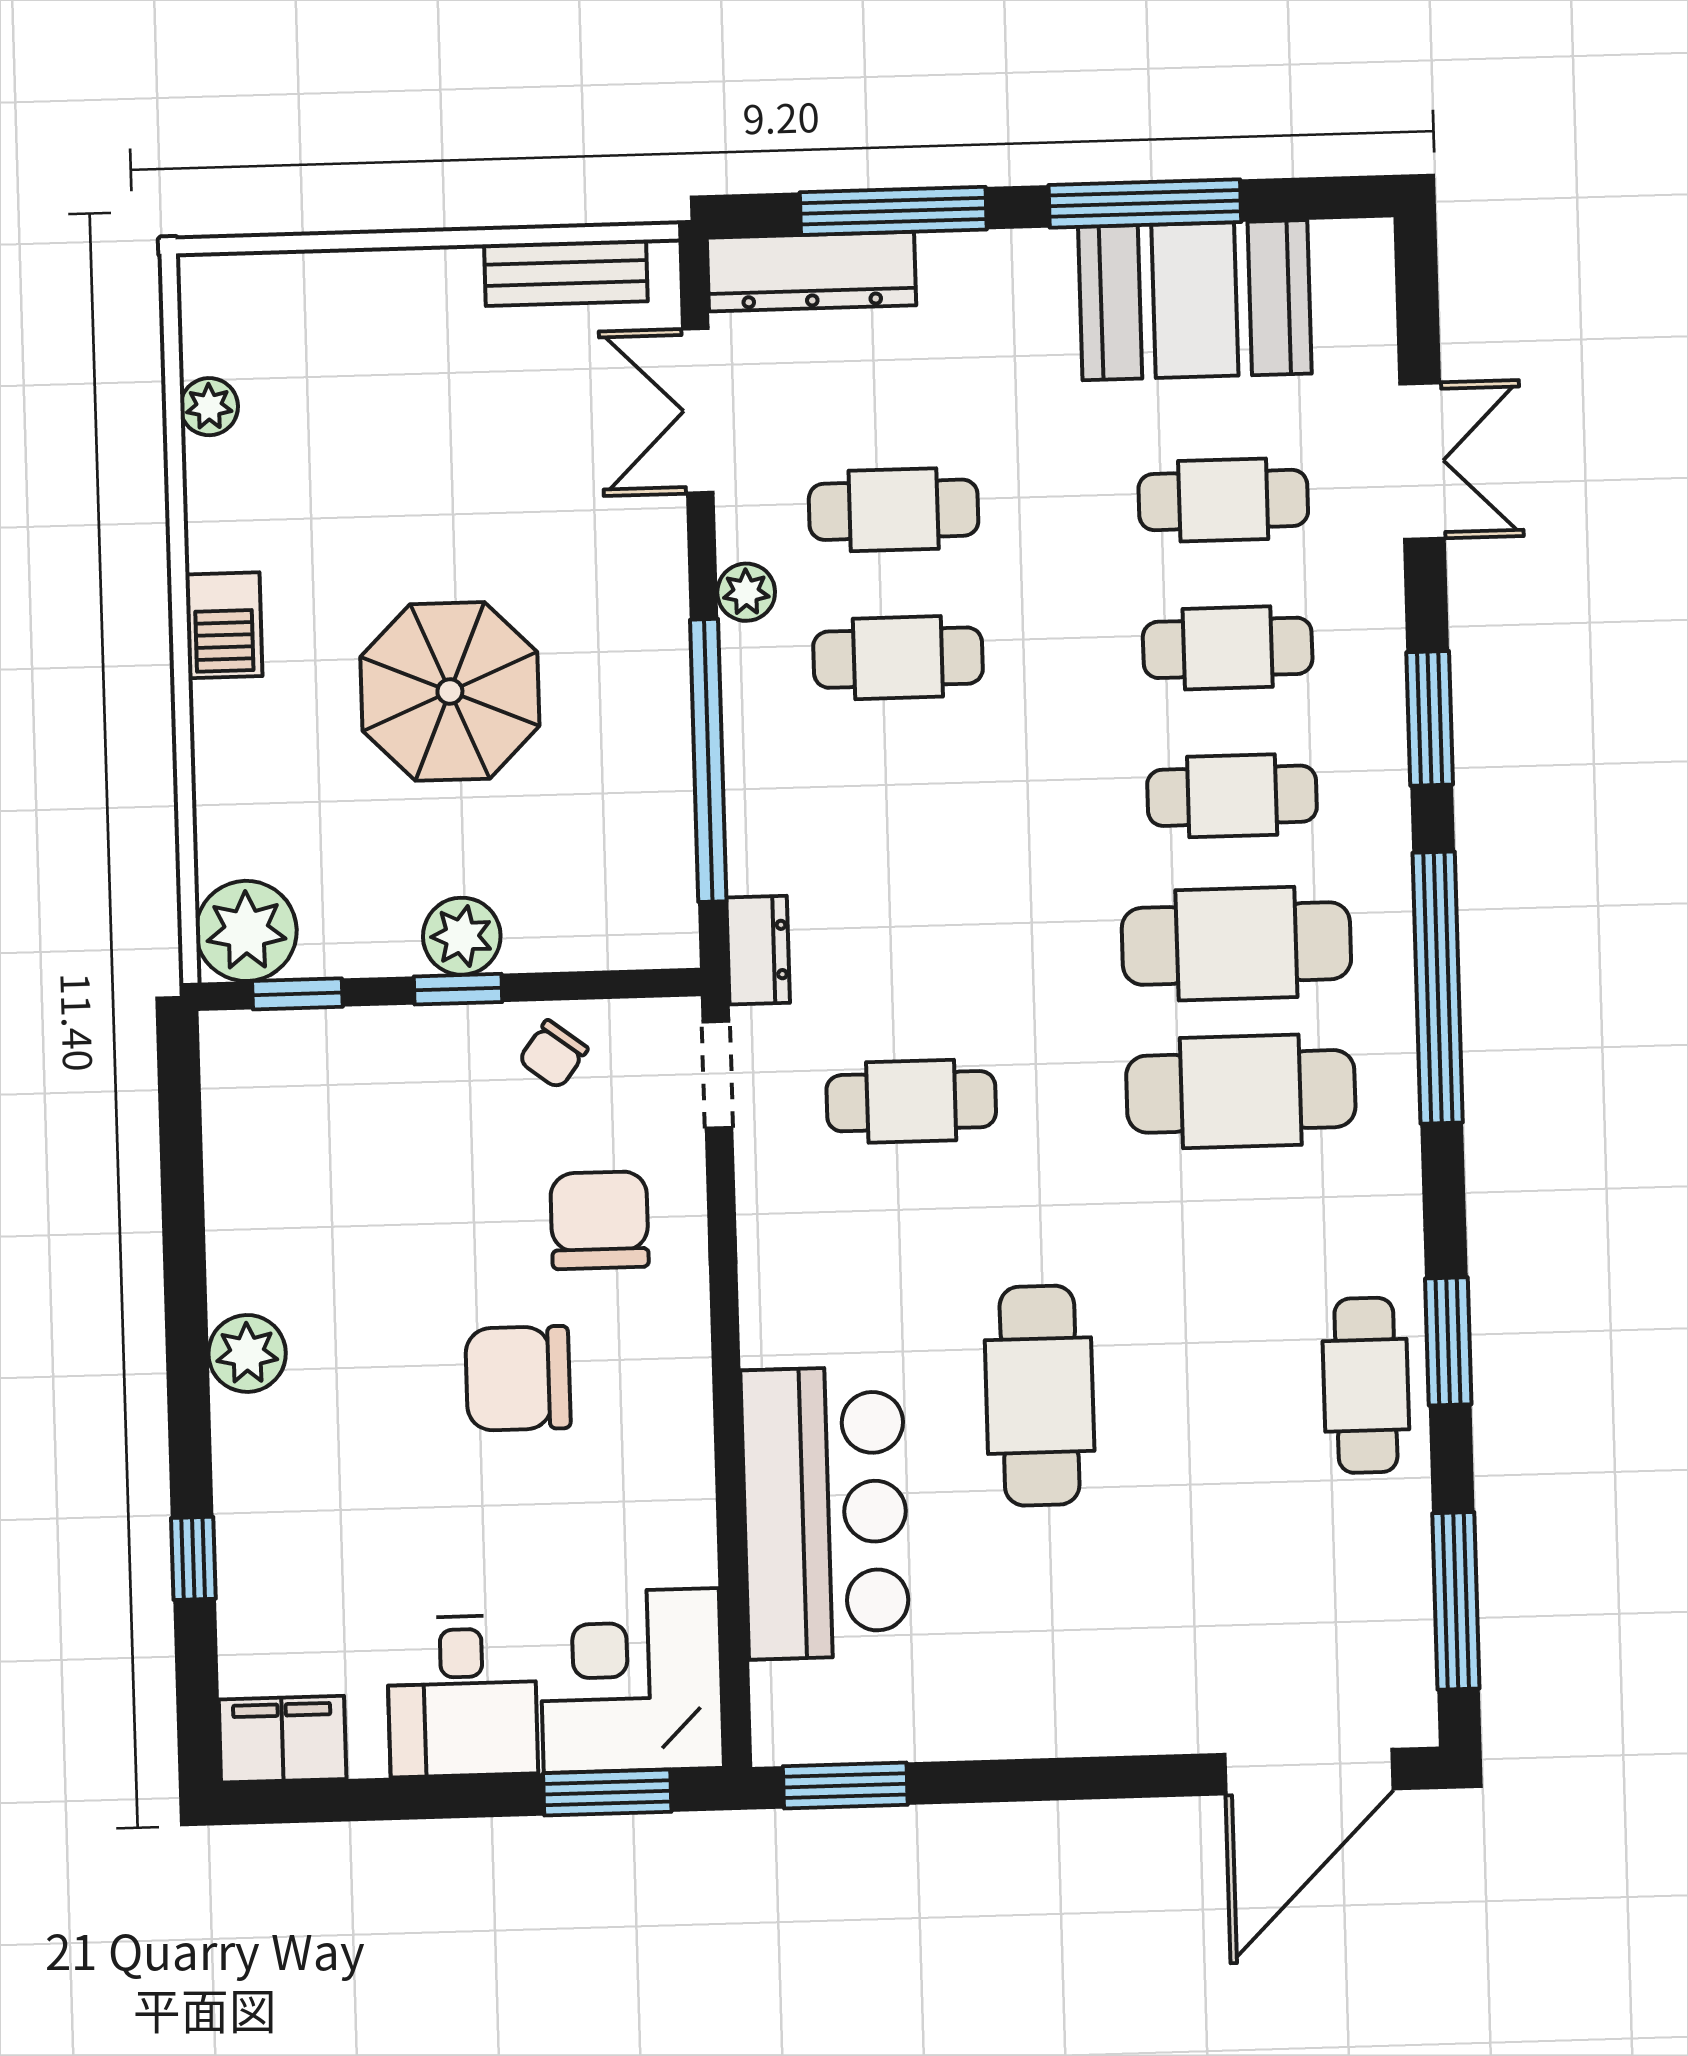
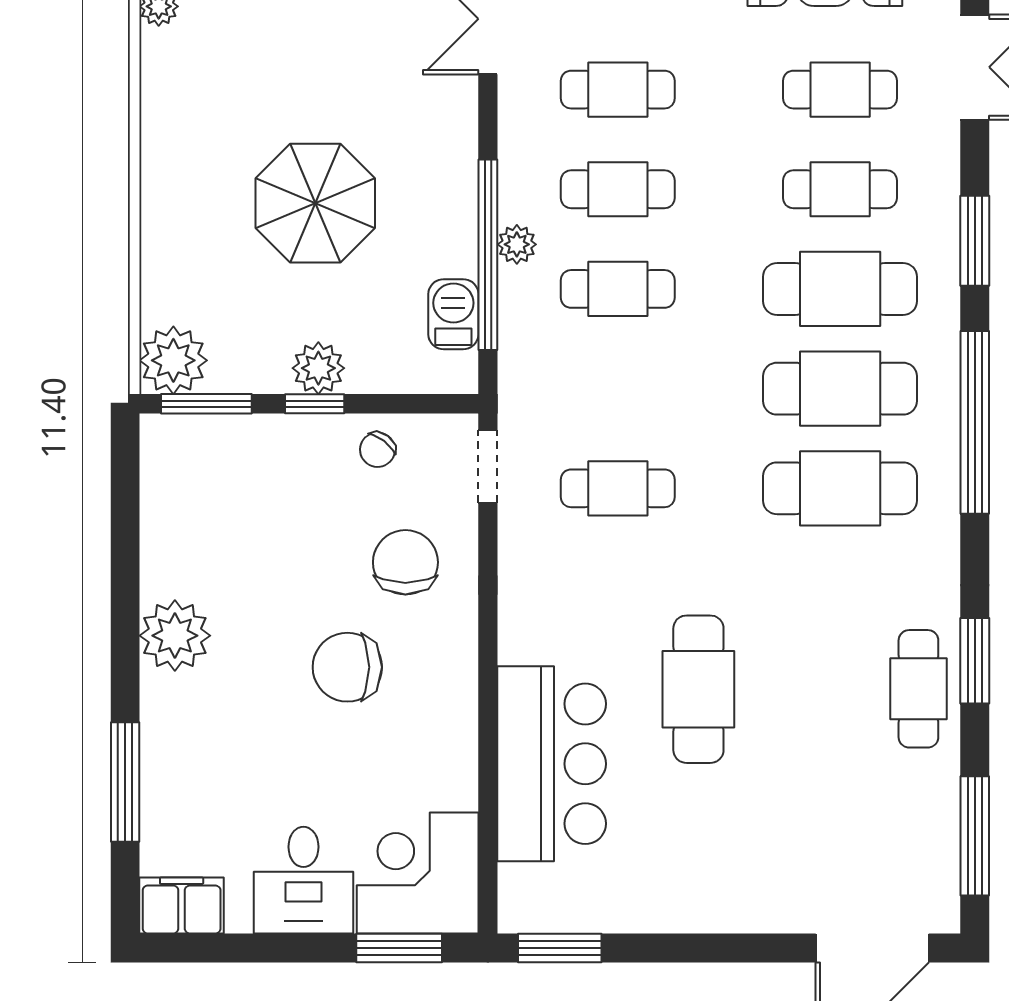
plant: (746, 592) -> (517, 244), moved
barbecue: (224, 625) -> (453, 314), moved, turned 180
cafe table: (1232, 796) -> (840, 289), width x1.37, depth x1.35
cafe table: (902, 805) -> (618, 289), added
dresser: (758, 950) -> (518, 384), removed
window: (297, 994) -> (206, 404), width x1.50
plant: (247, 1353) -> (175, 636), width x1.36, depth x1.36
window: (193, 1558) -> (125, 782), width x2.17

